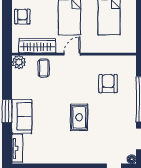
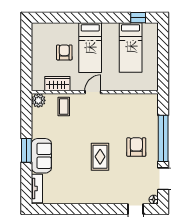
armchair: (22, 17) -> (64, 52), moved
wardrobe: (37, 46) -> (57, 84), width x0.67
armchair: (108, 84) -> (136, 147), moved

